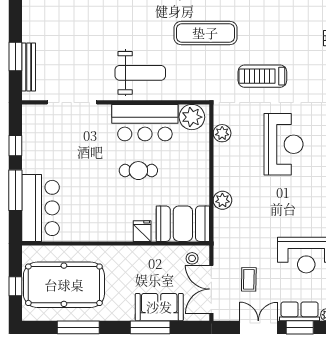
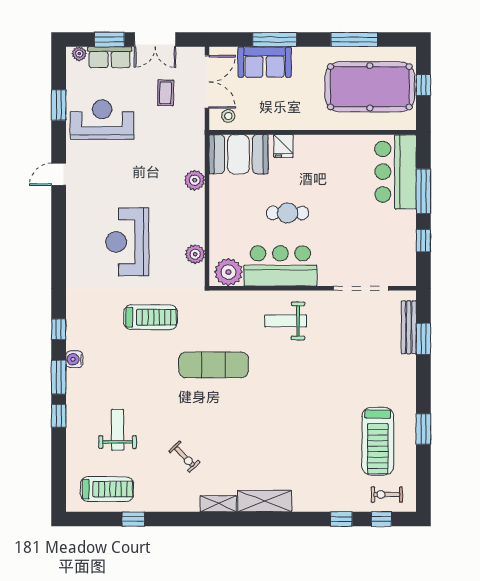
weight bench: (140, 73) -> (286, 321), width x0.73, depth x0.75

